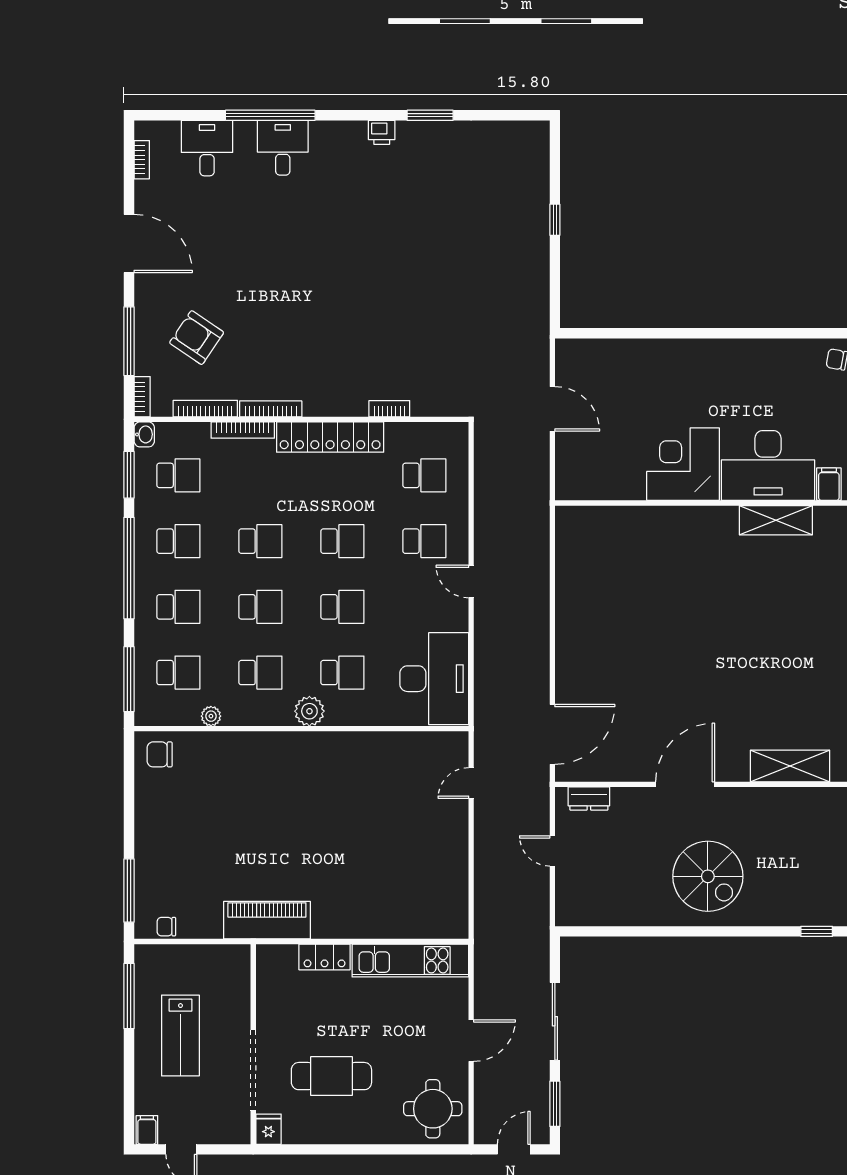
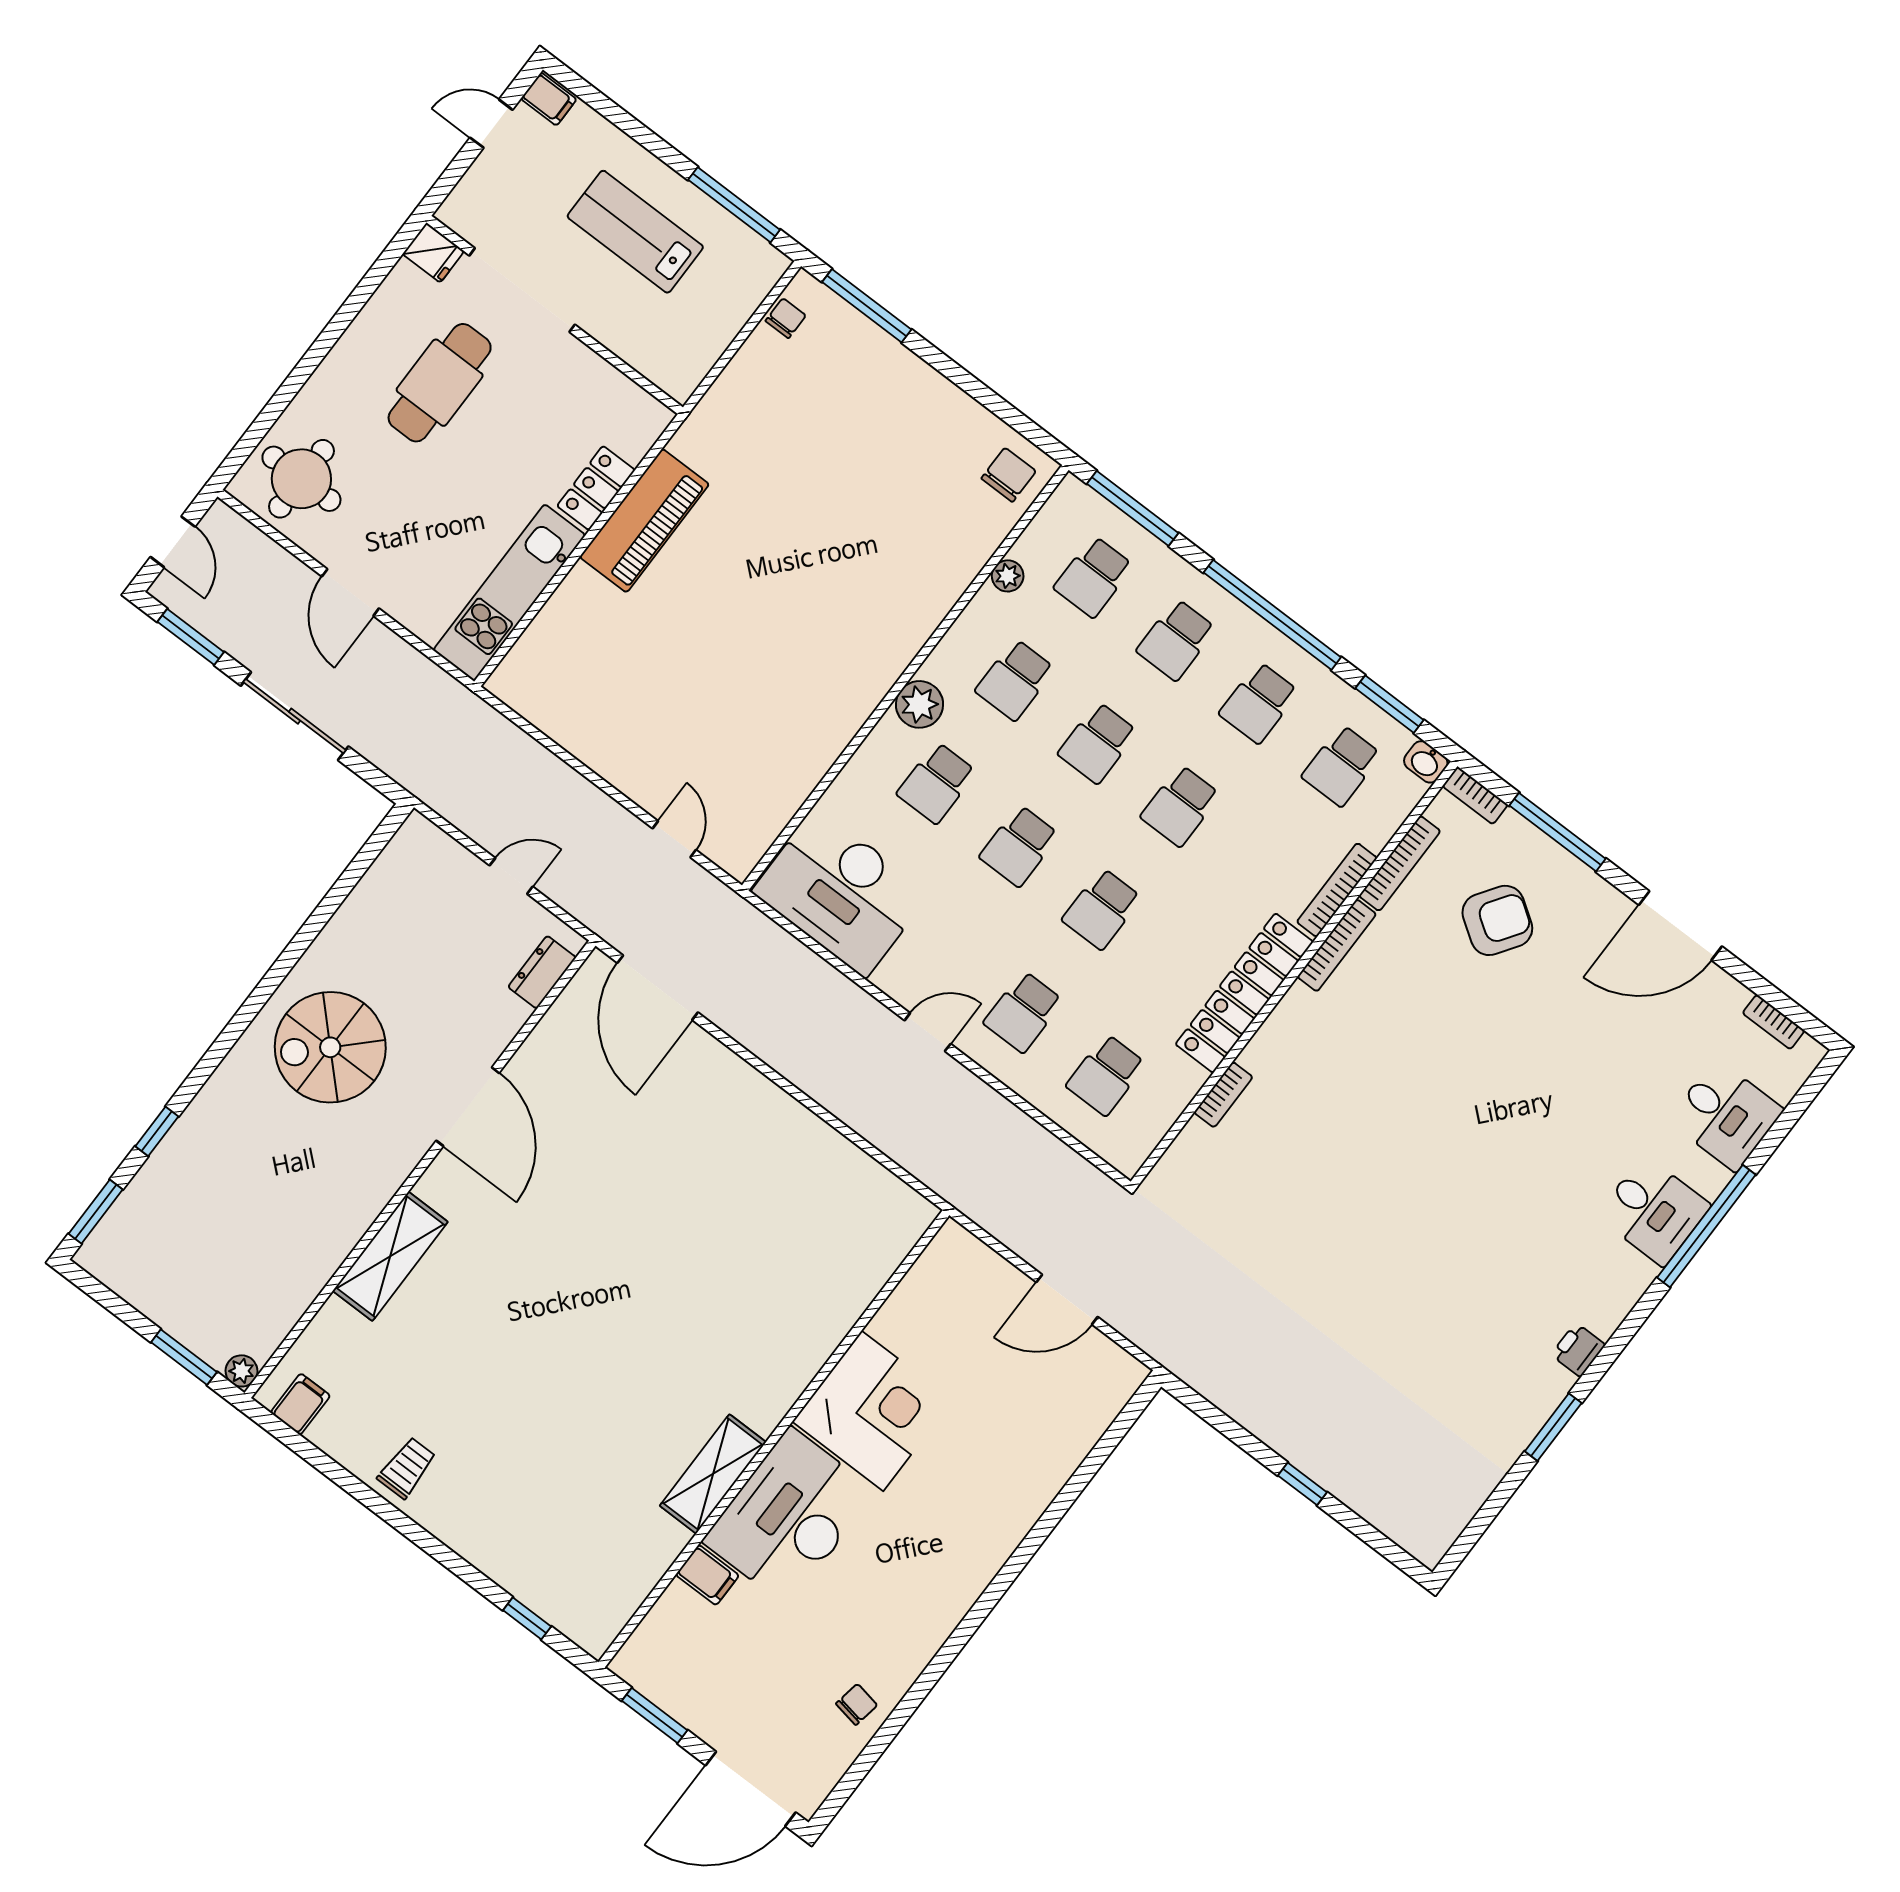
piano: (267, 920) -> (644, 521), moved

